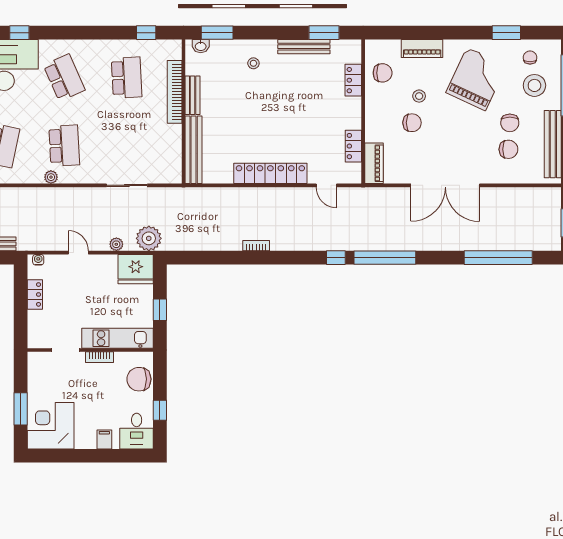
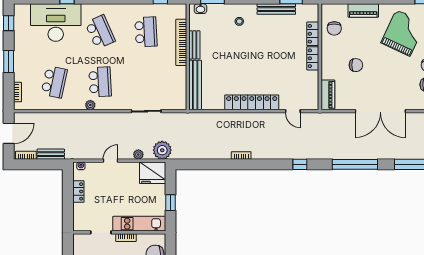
chair: (383, 73) -> (334, 28), turned 90
stool: (419, 96) -> (361, 45), removed
locker: (353, 146) -> (313, 58), moved
door: (78, 253) -> (110, 161), hinge flipped
window: (385, 258) -> (355, 164), moved

